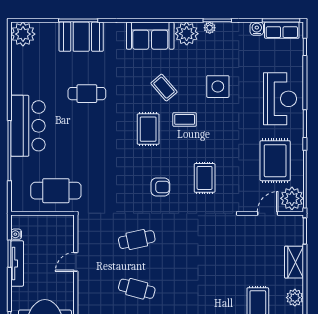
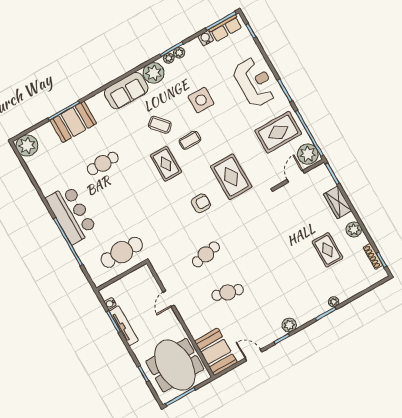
plant: (223, 28) -> (179, 53), added
rug: (275, 161) -> (278, 132), turned 90
rug: (205, 178) -> (231, 177), width x1.36, depth x1.43

